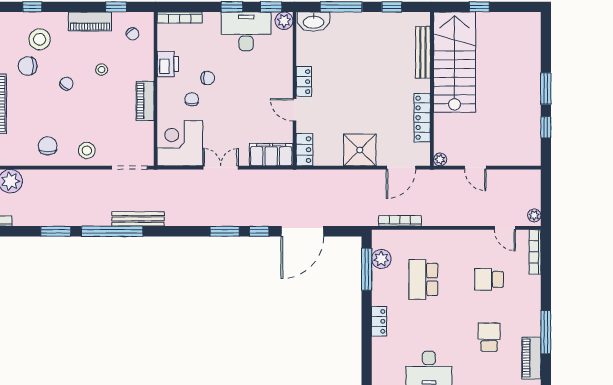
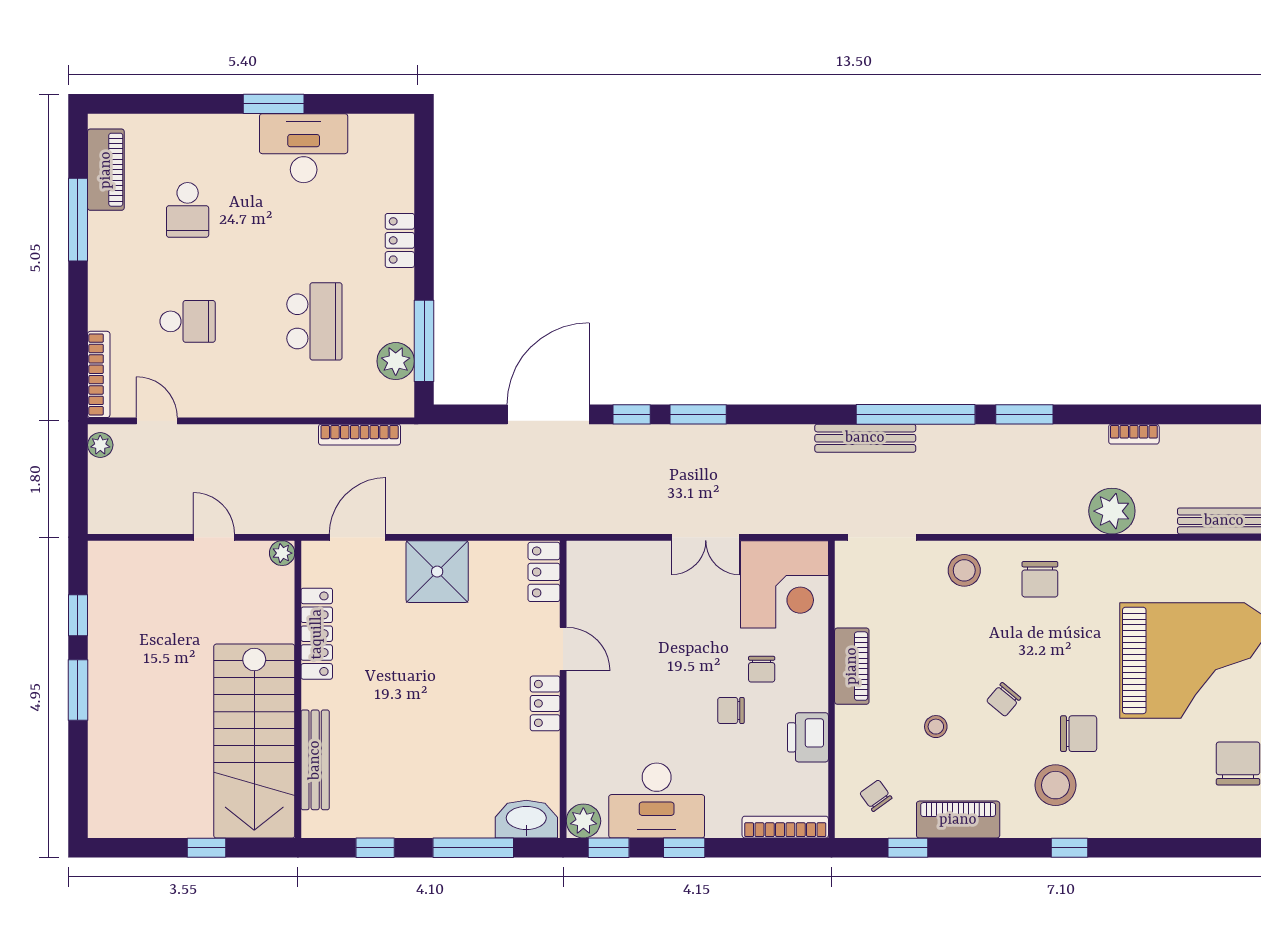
filing cabinet: (271, 155) -> (608, 562), removed

